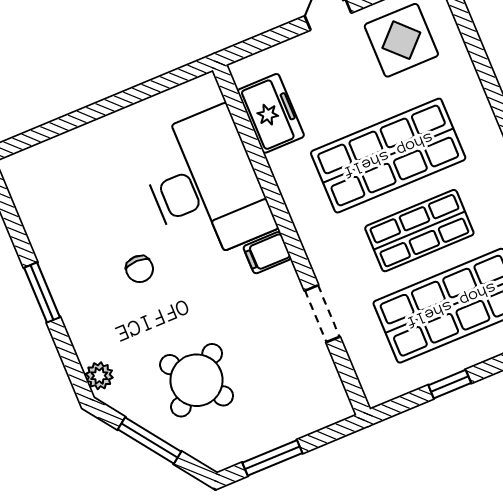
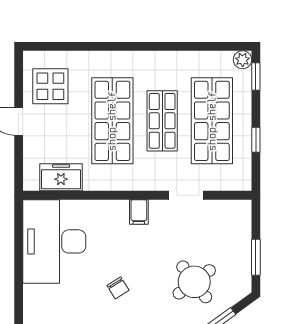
desk: (205, 185) -> (54, 241), moved, turned -90
chair: (140, 269) -> (118, 288), turned 58

